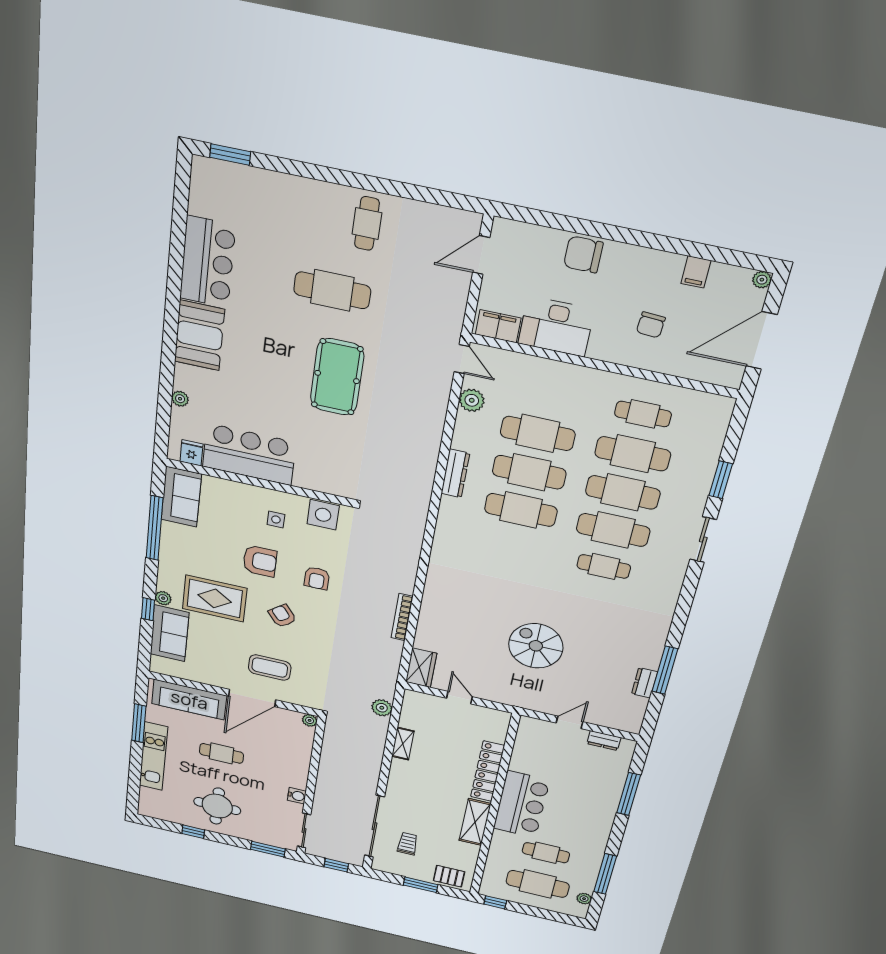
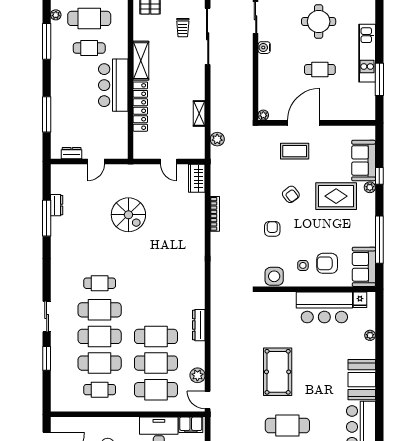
cafe table: (521, 510) -> (156, 390), moved
armchair: (260, 561) -> (327, 263), moved
sofa: (189, 700) -> (346, 110), removed

